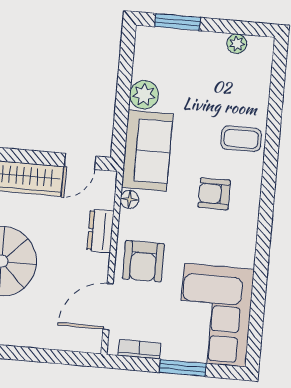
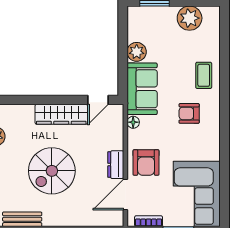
plant: (237, 44) -> (190, 18), width x1.87, depth x1.87
coffee table: (241, 139) -> (204, 75), turned 90
dresser: (100, 231) -> (116, 165), moved

